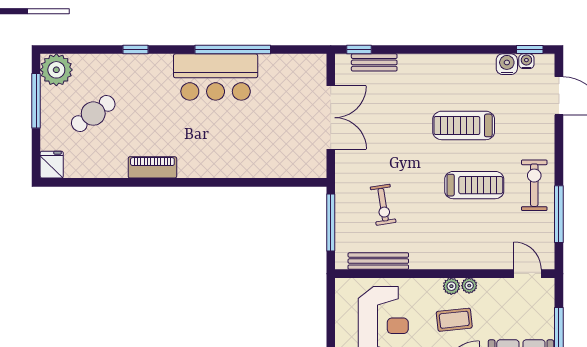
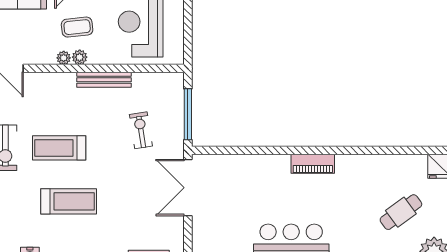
double door: (331, 118) -> (188, 188), moved
piano: (152, 167) -> (313, 164), moved
bench: (378, 261) -> (104, 80), moved

